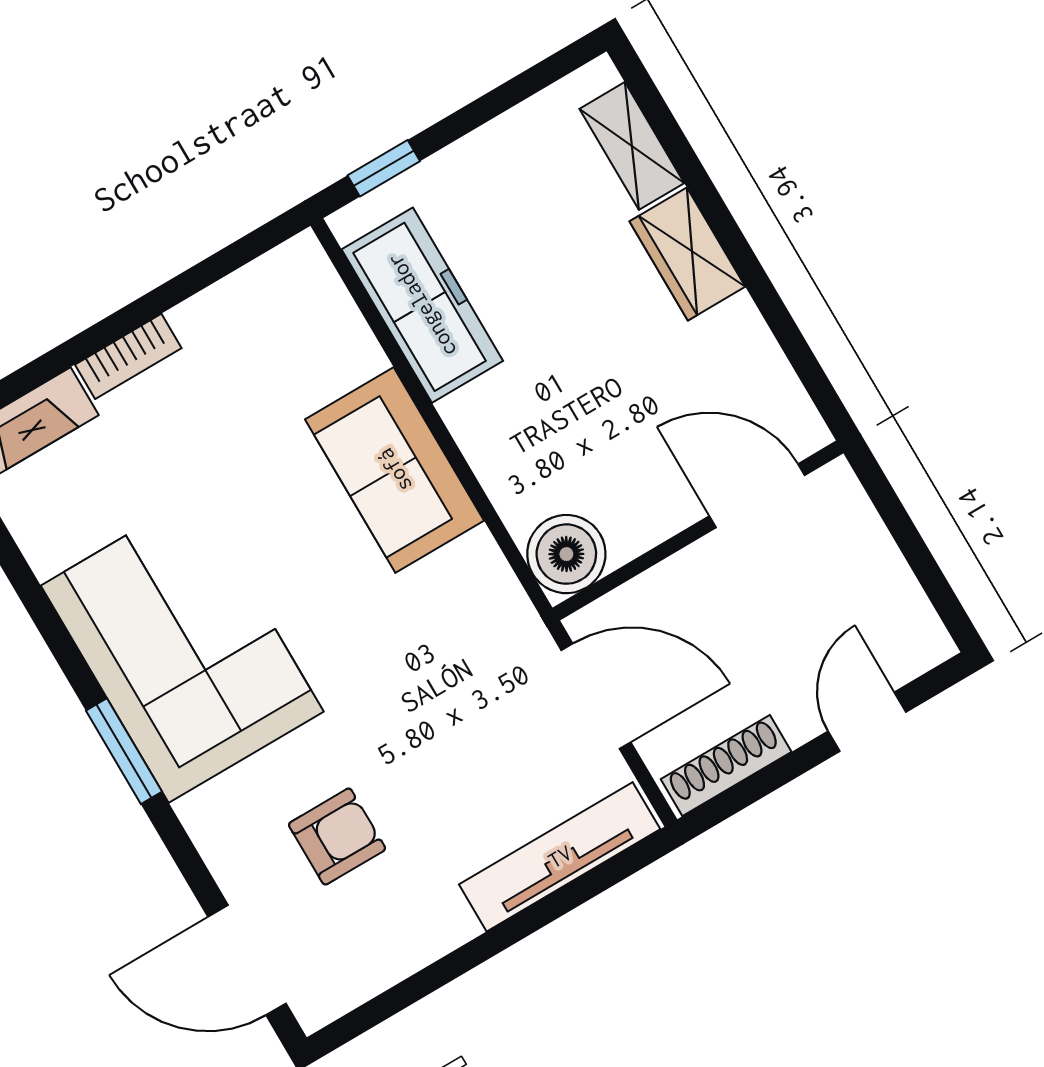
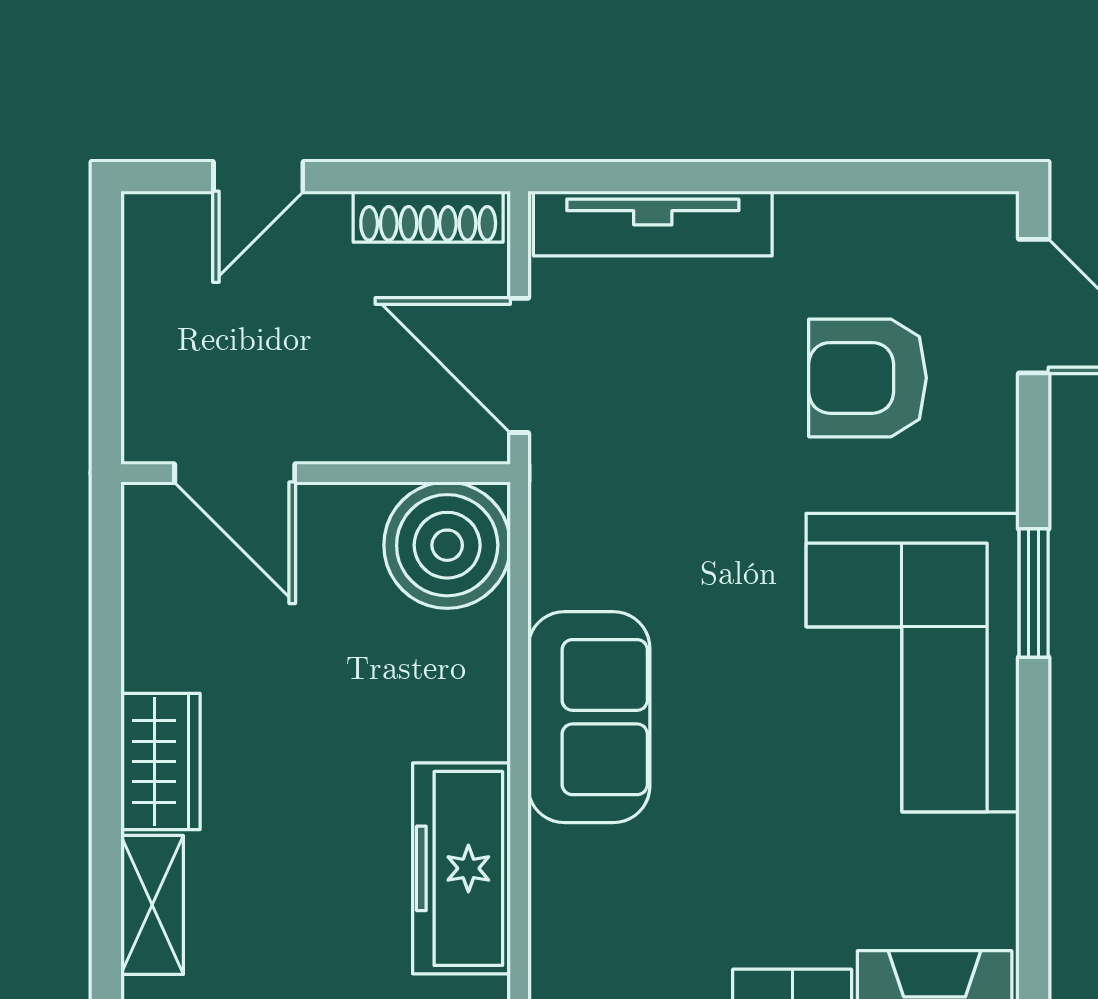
boiler: (566, 554) -> (447, 545), width x1.37, depth x1.37
armchair: (337, 837) -> (868, 378), width x1.38, depth x1.38

